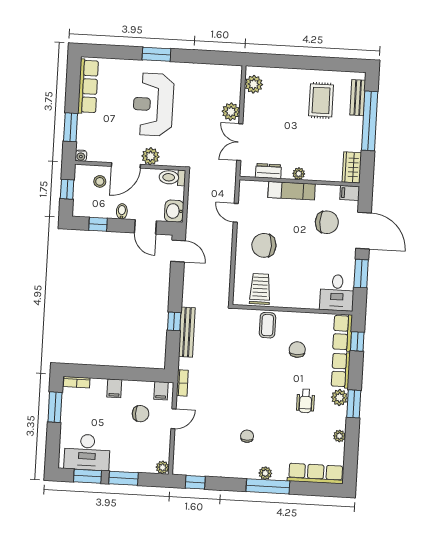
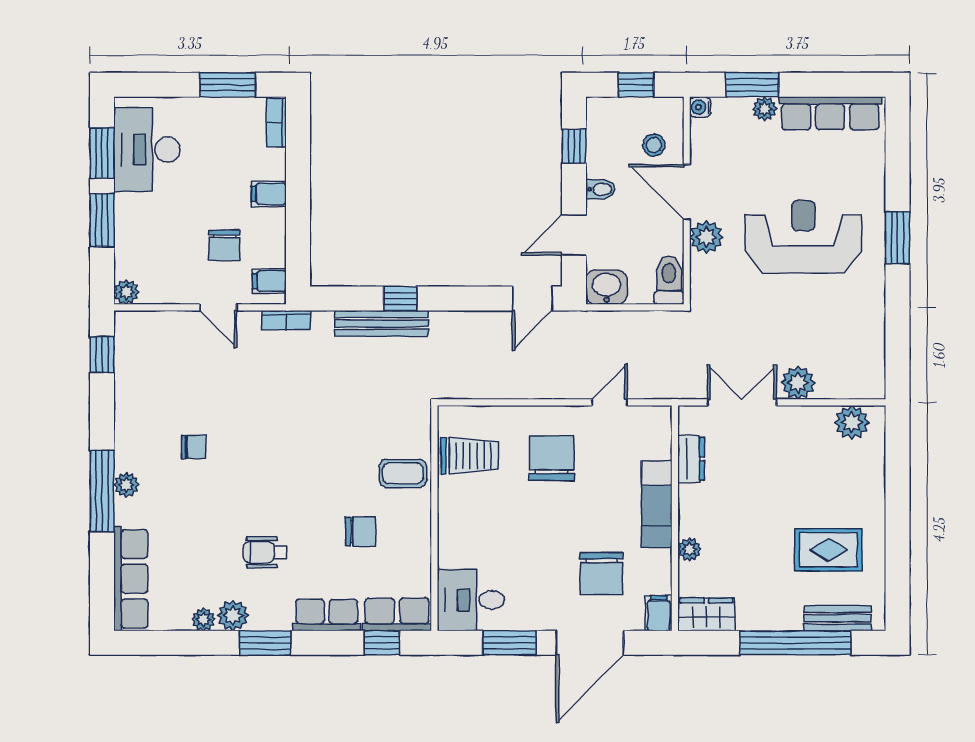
plant: (84, 121) -> (765, 109), added
plant: (299, 174) -> (689, 549), moved
plant: (339, 398) -> (233, 615), moved

